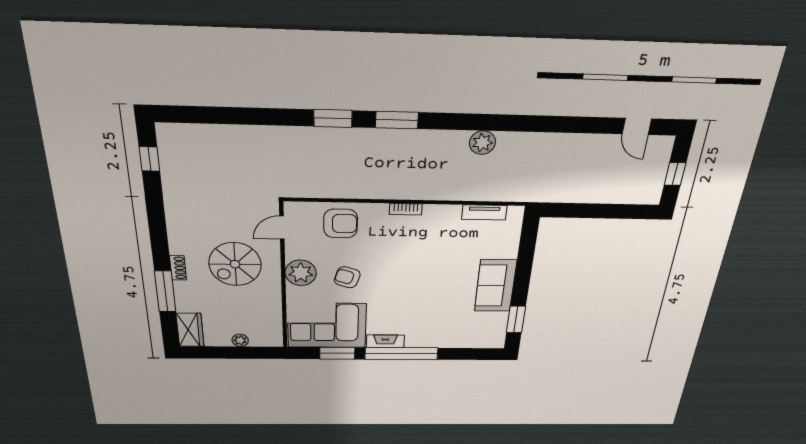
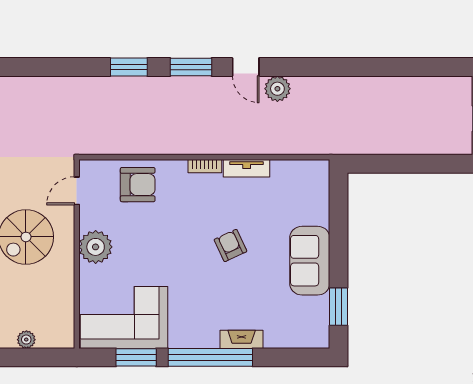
door: (637, 126) -> (246, 67), moved
tv unit: (484, 212) -> (247, 168), moved
armchair: (347, 277) -> (231, 245), moved, turned 48
fireplace: (385, 341) -> (242, 339), moved

